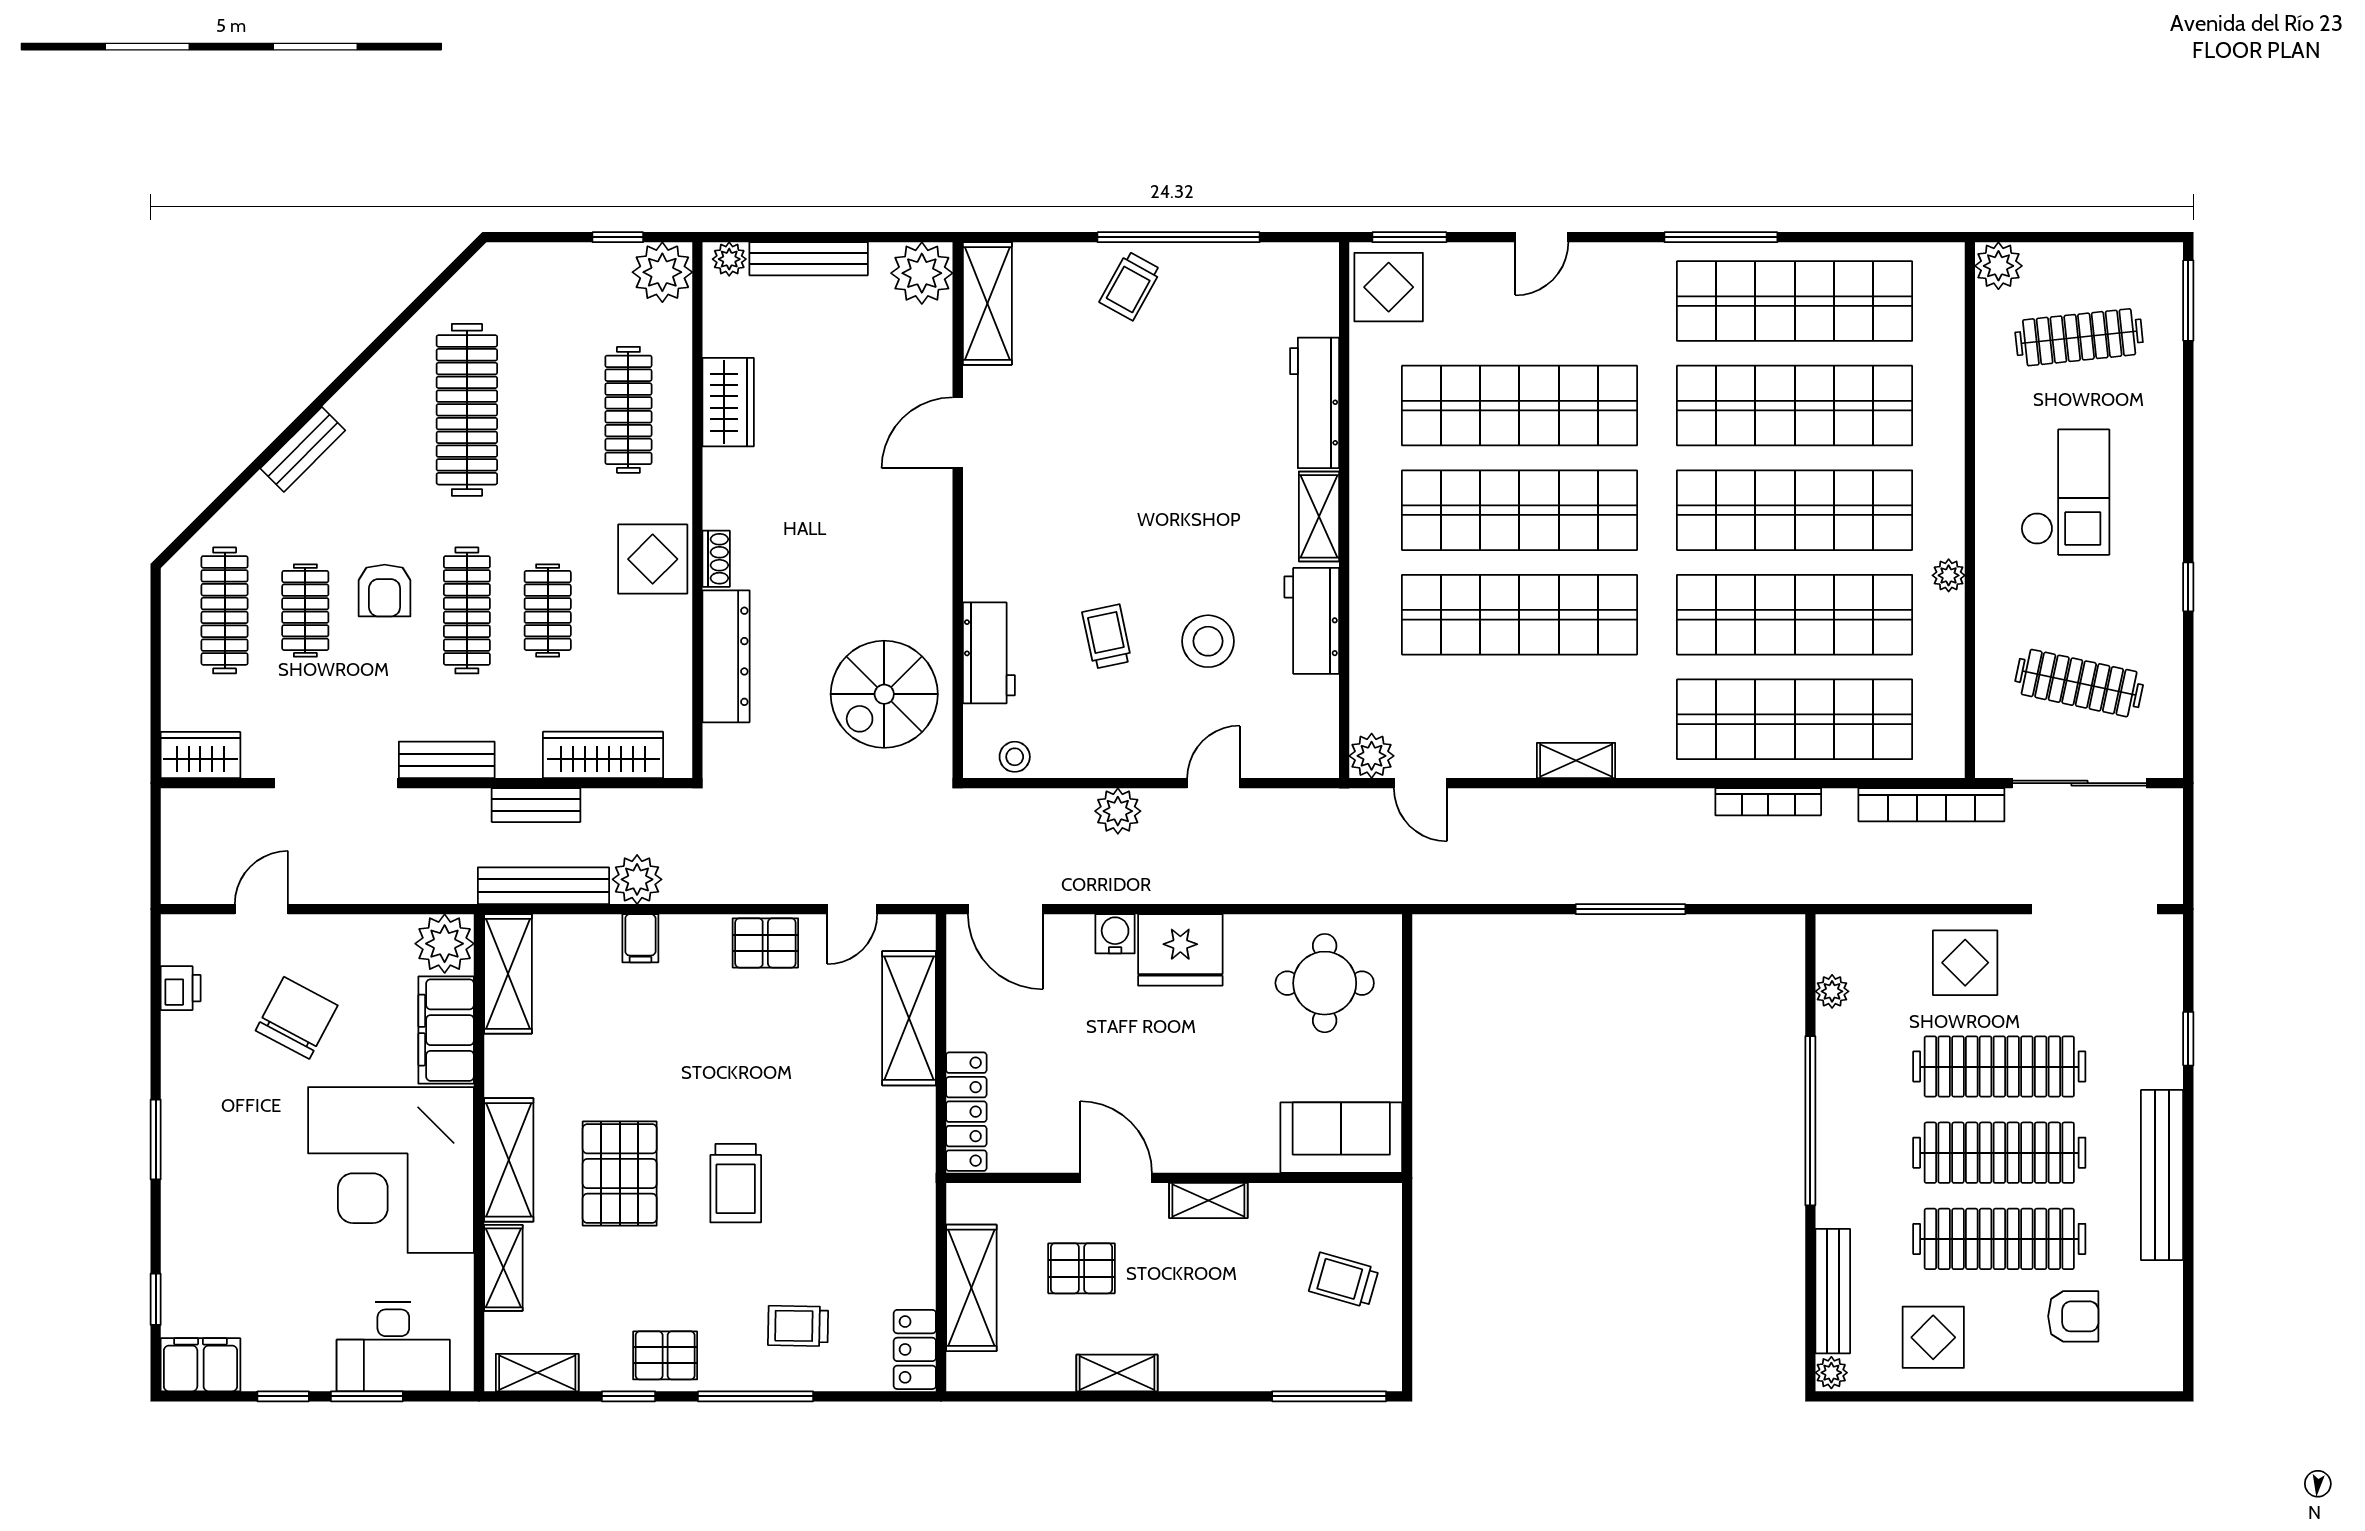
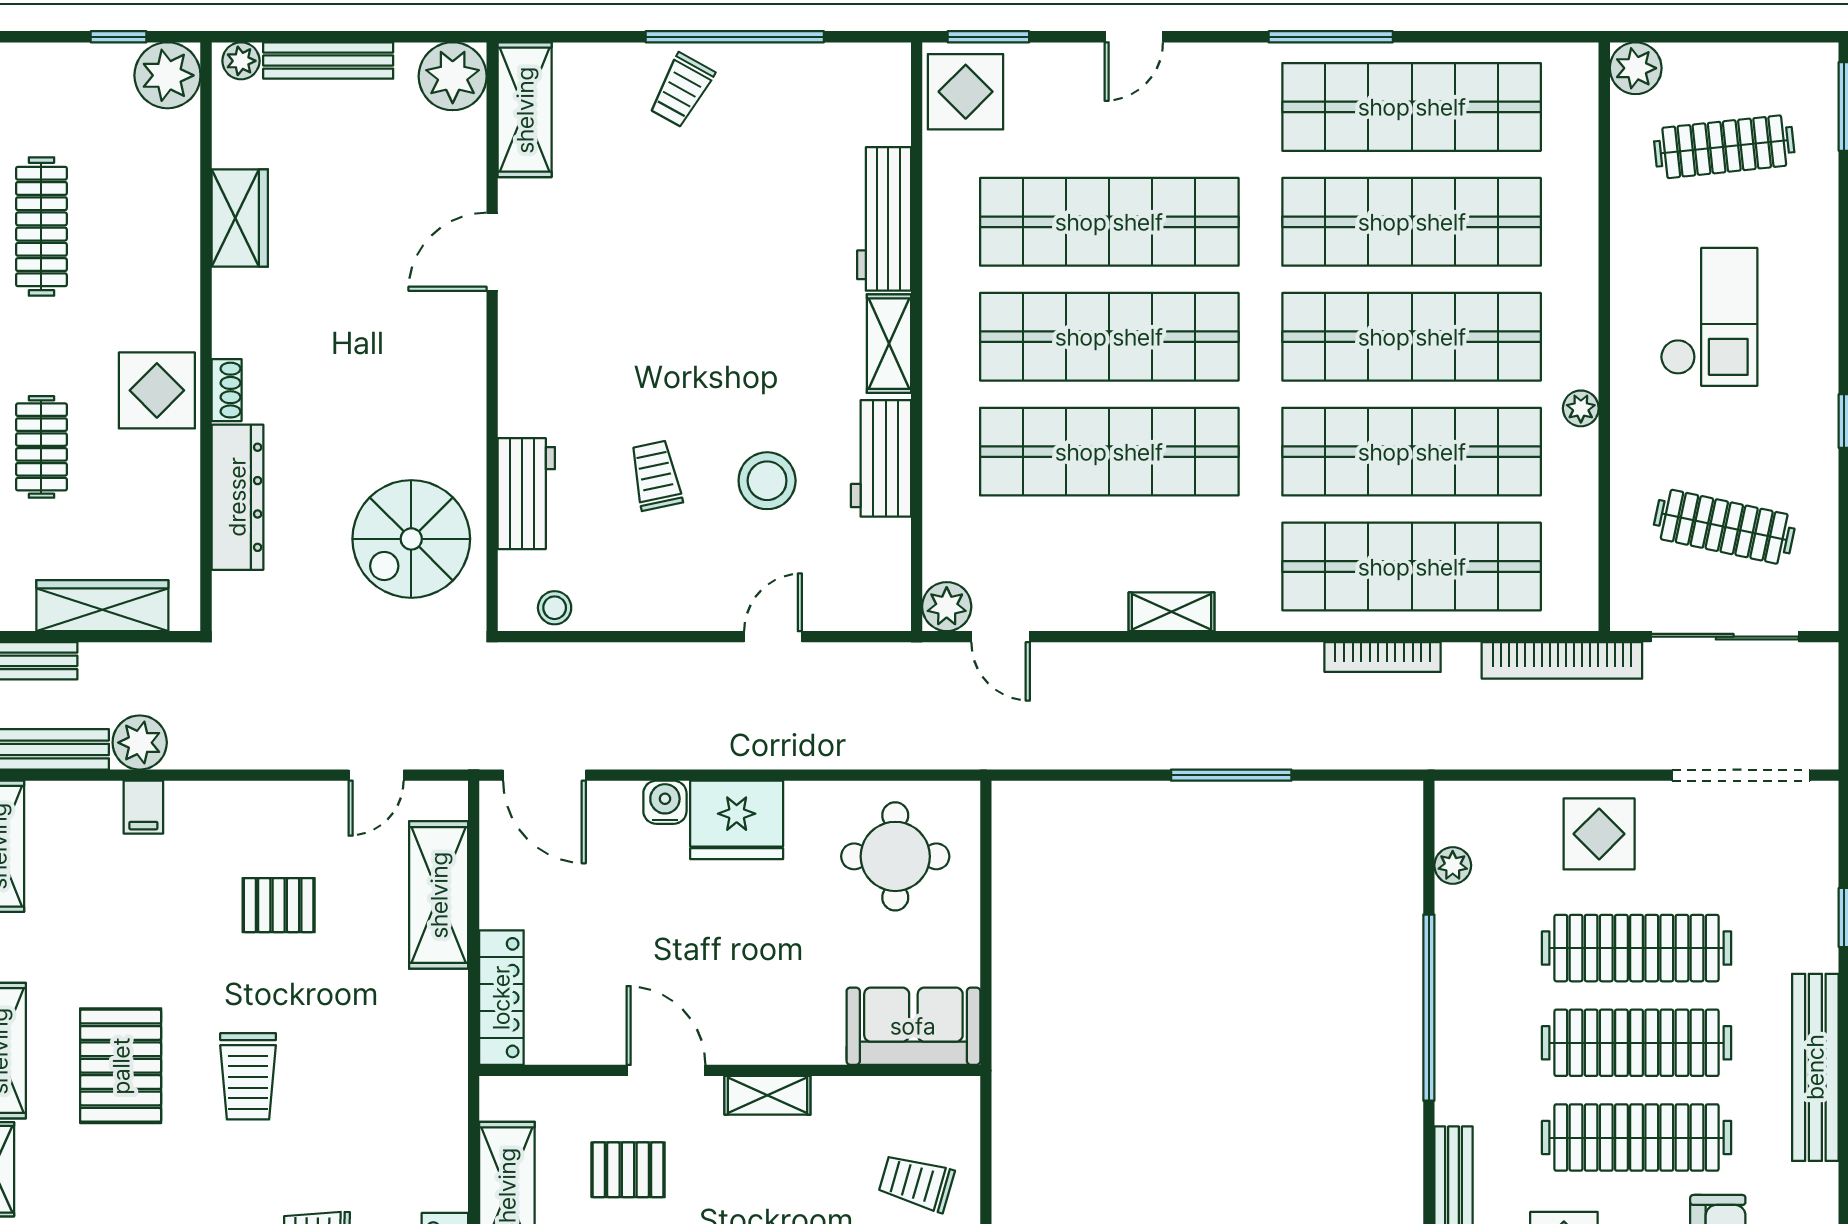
clothes rail: (628, 410) -> (41, 226), moved
plant: (1118, 811) -> (668, 667), removed
pallet: (765, 943) -> (279, 905), moved

